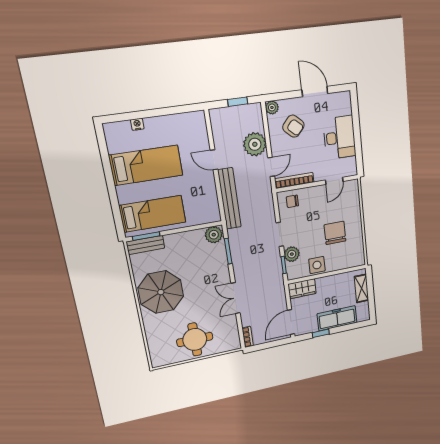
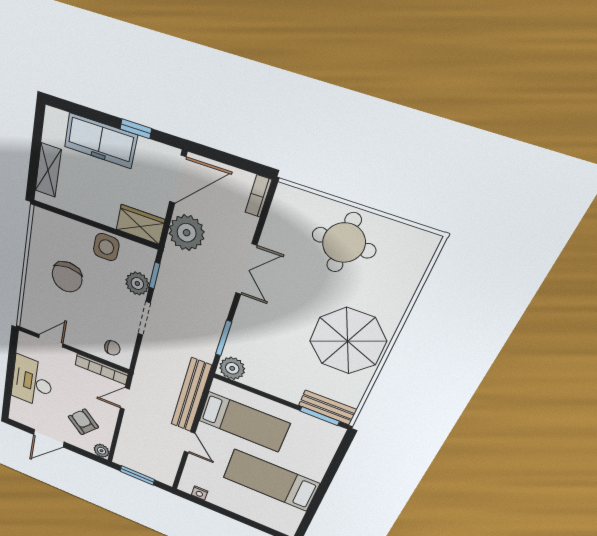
door: (315, 92) -> (49, 438), hinge flipped
window: (238, 102) -> (137, 475), width x1.50
nightstand: (137, 124) -> (200, 493), moved
plant: (255, 144) -> (187, 233), moved
bed: (153, 214) -> (244, 422), moved, turned 180

